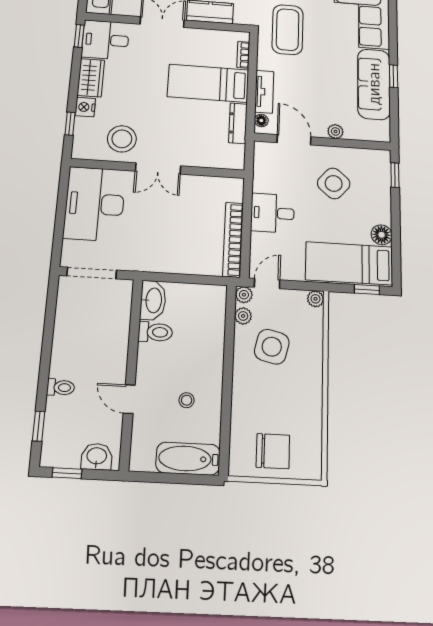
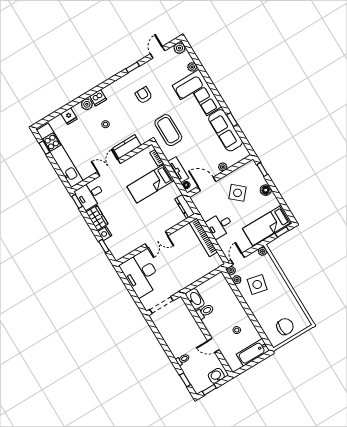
dresser: (238, 123) -> (185, 207), moved
stool: (122, 139) -> (131, 237), removed
floor lamp: (382, 235) -> (266, 190), moved
bookcase: (233, 240) -> (203, 237), moved

